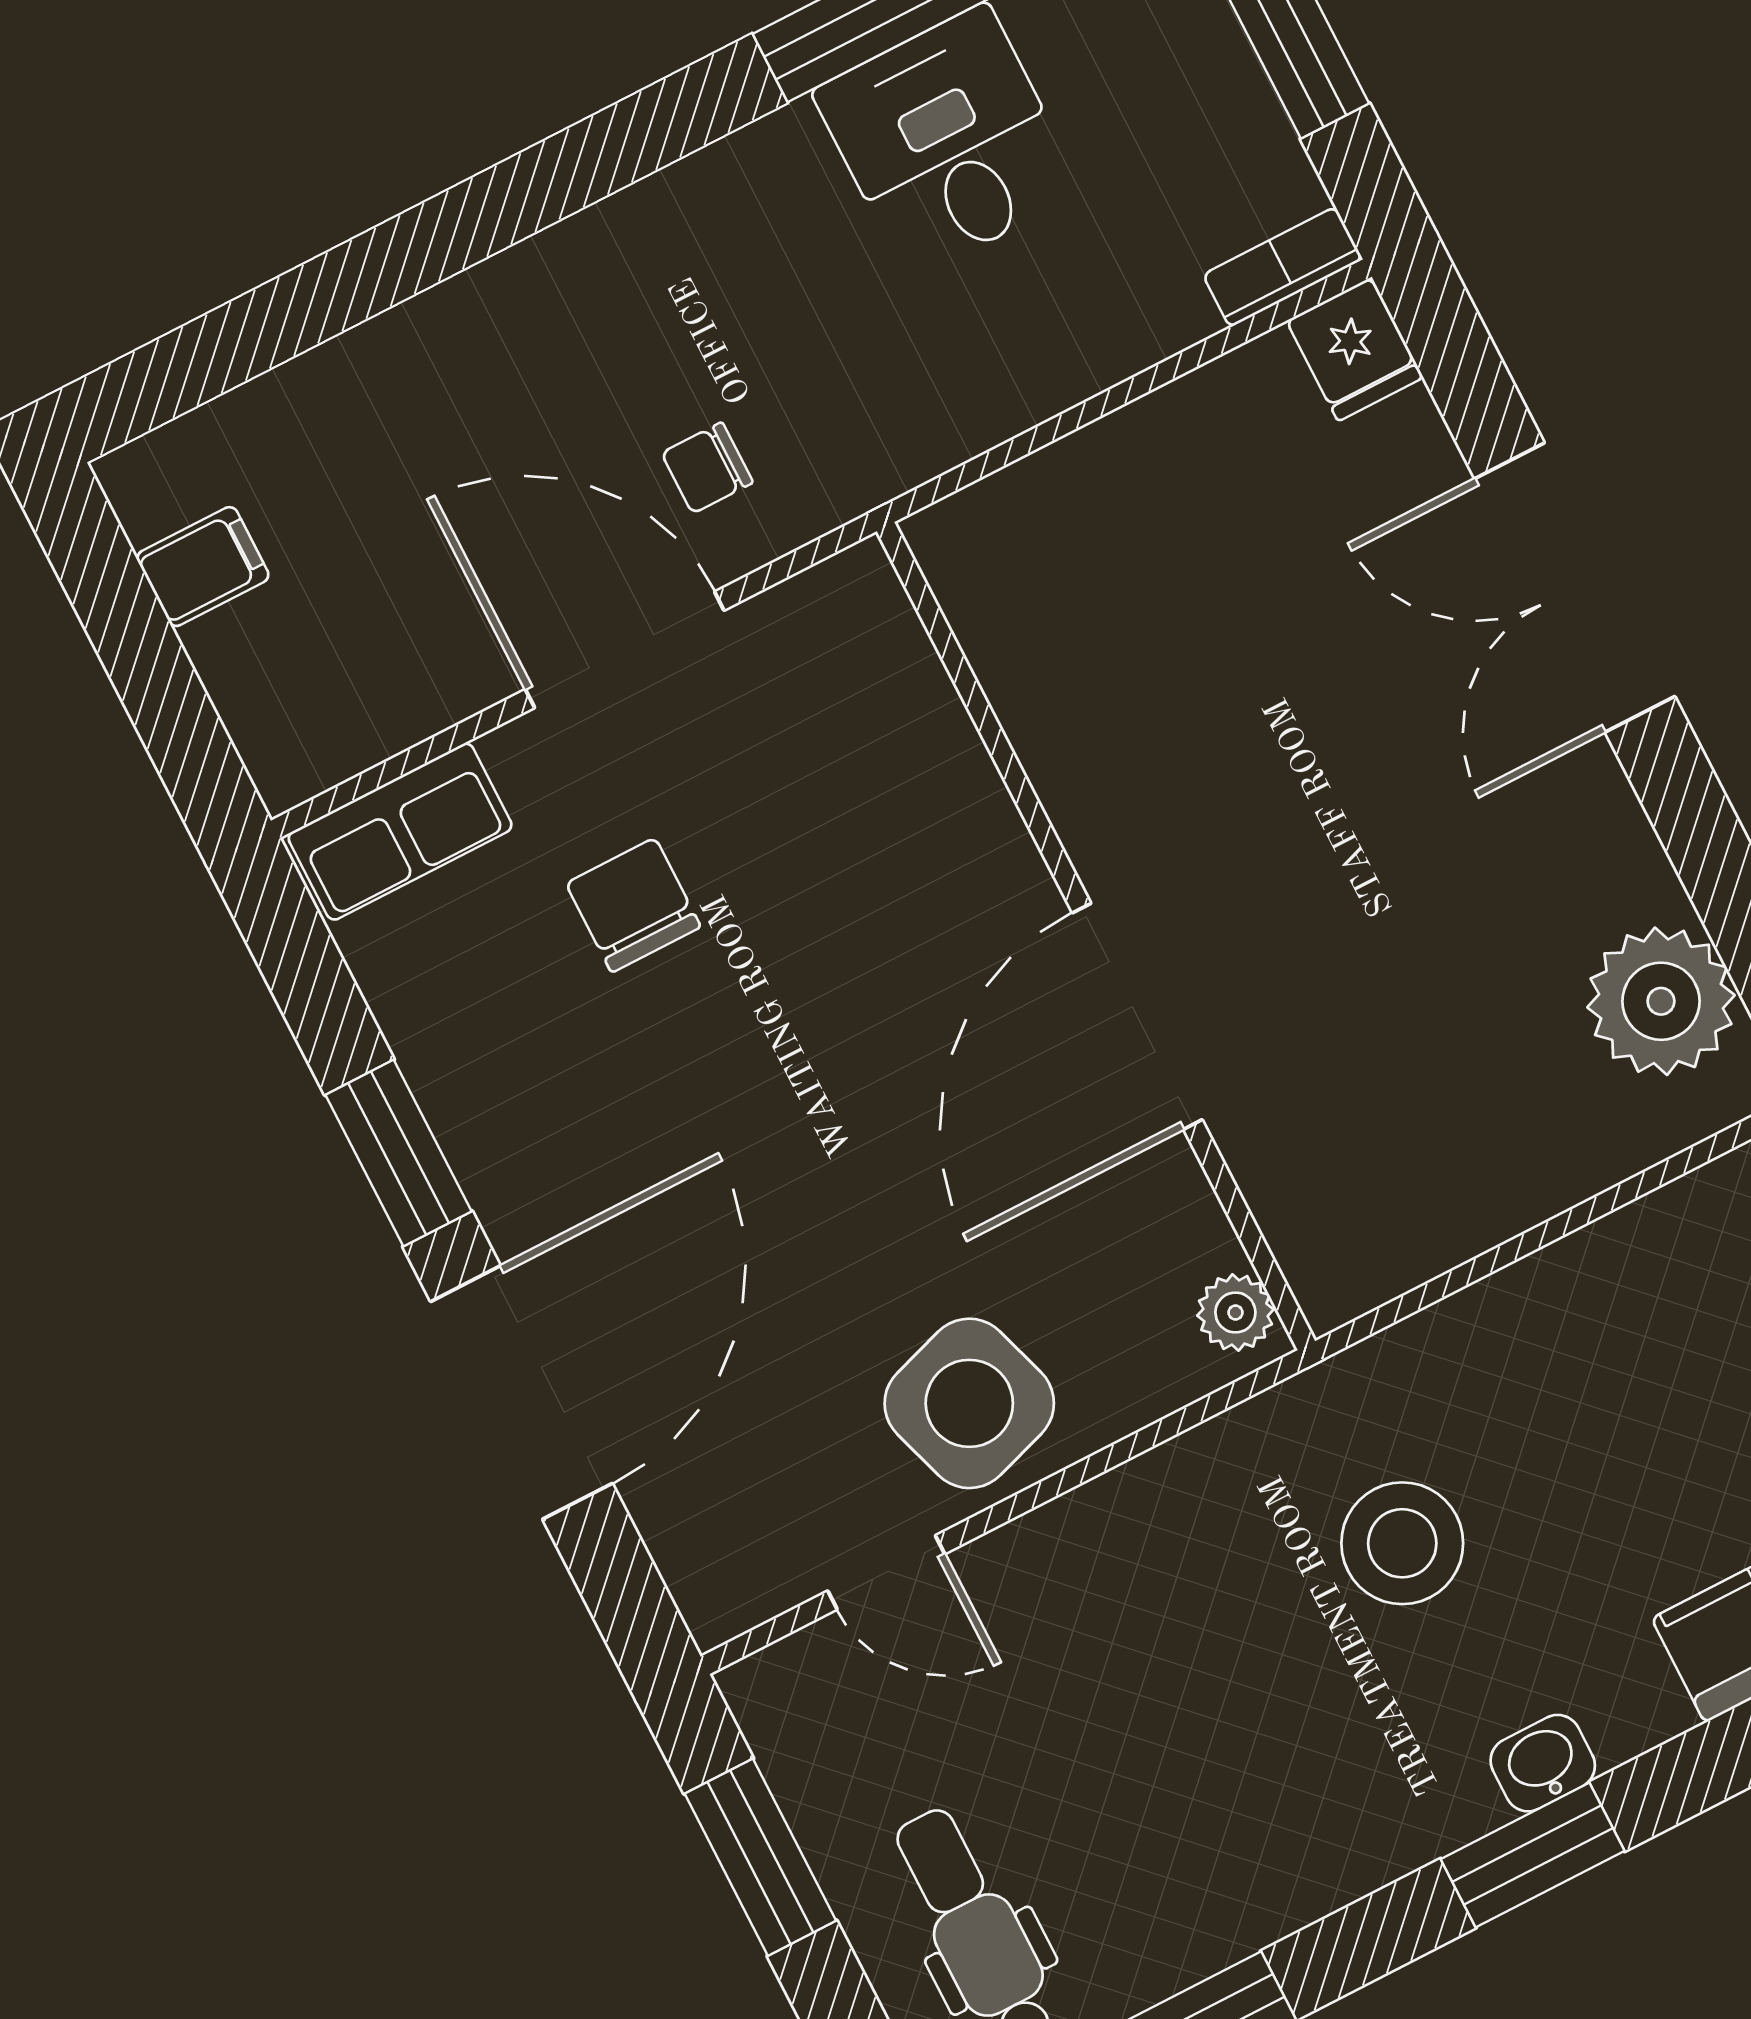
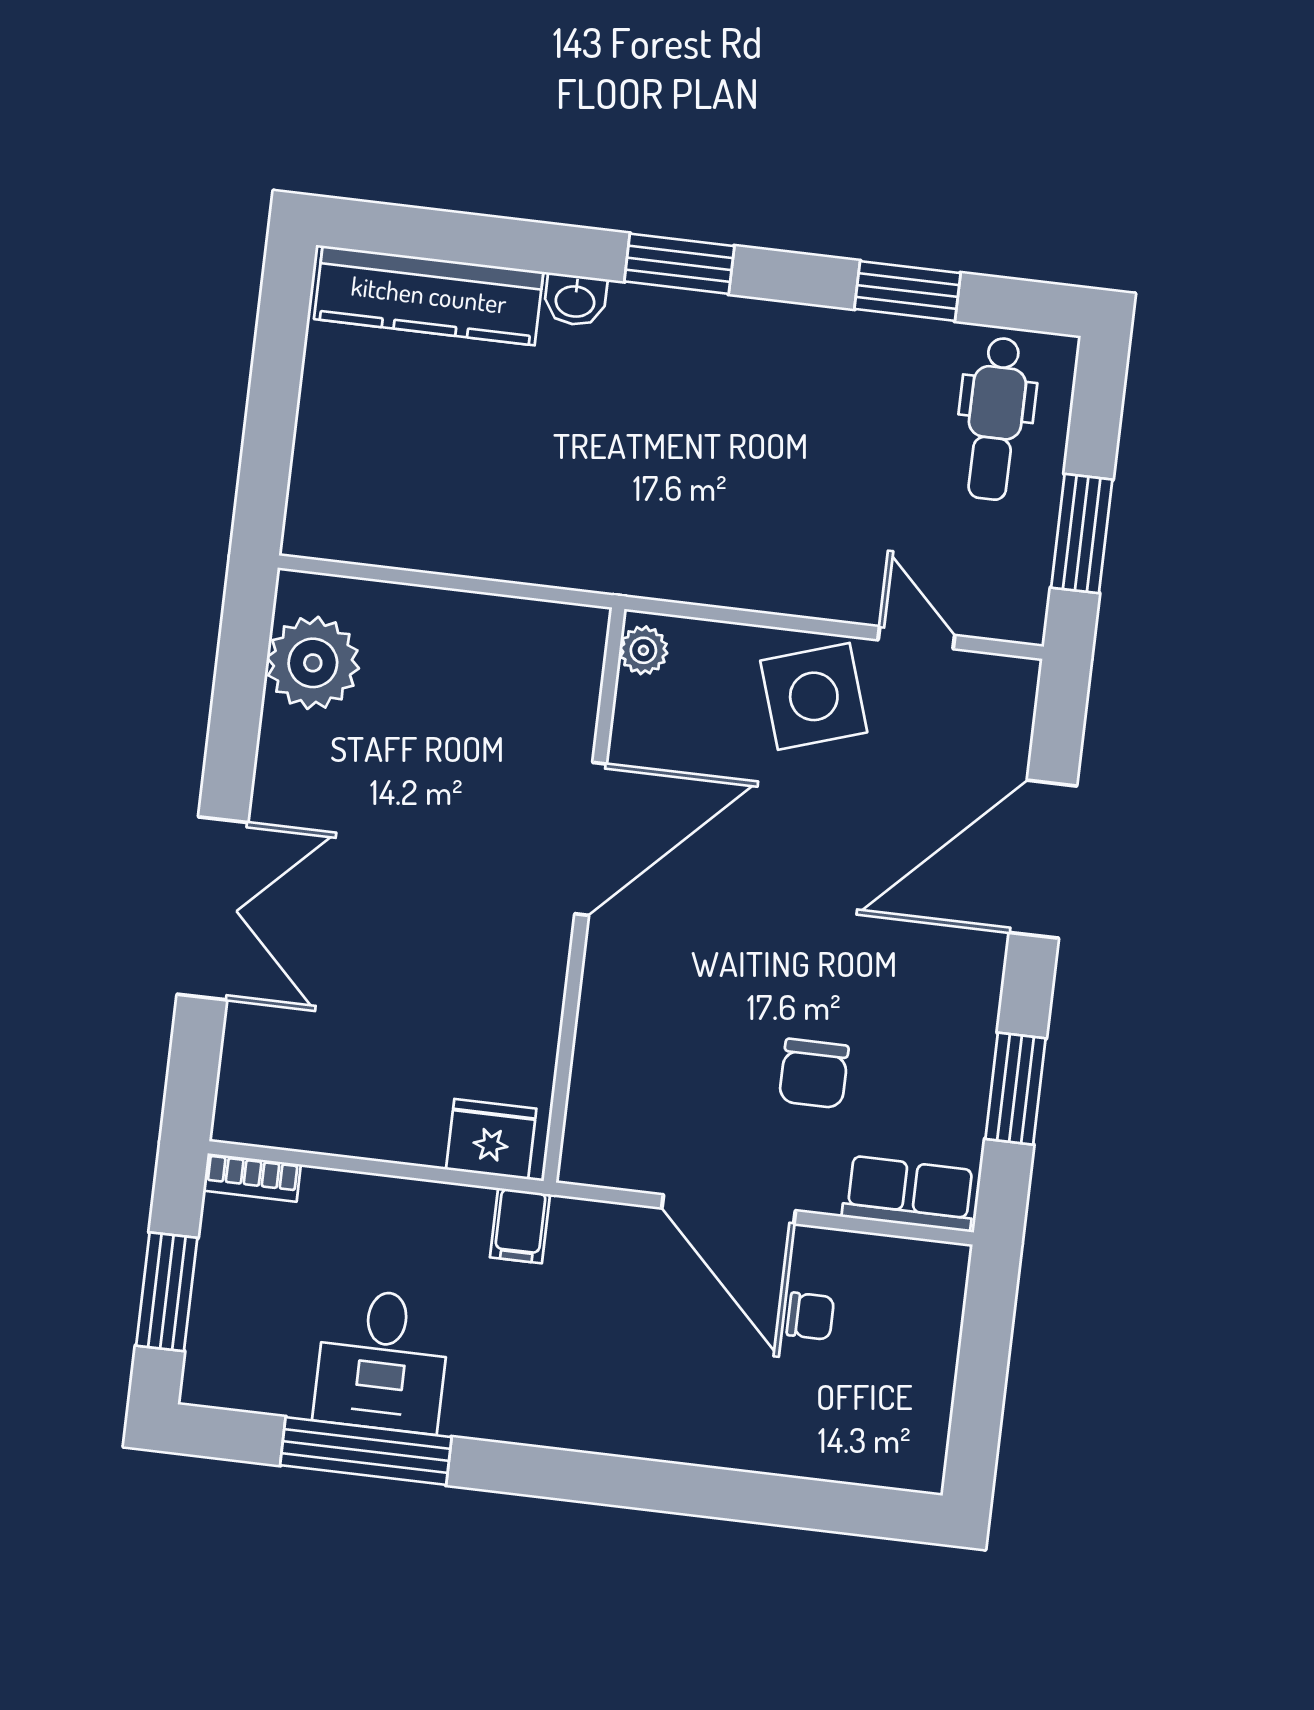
fridge: (1354, 349) -> (491, 1139), moved, width x1.38
chair: (707, 468) -> (810, 1316), moved
filing cabinet: (203, 567) -> (520, 1226), moved, turned -90
window: (399, 1153) -> (1015, 1089), moved
stool: (1402, 1543) -> (638, 472), removed
washbasin: (1543, 1763) -> (575, 300), moved

